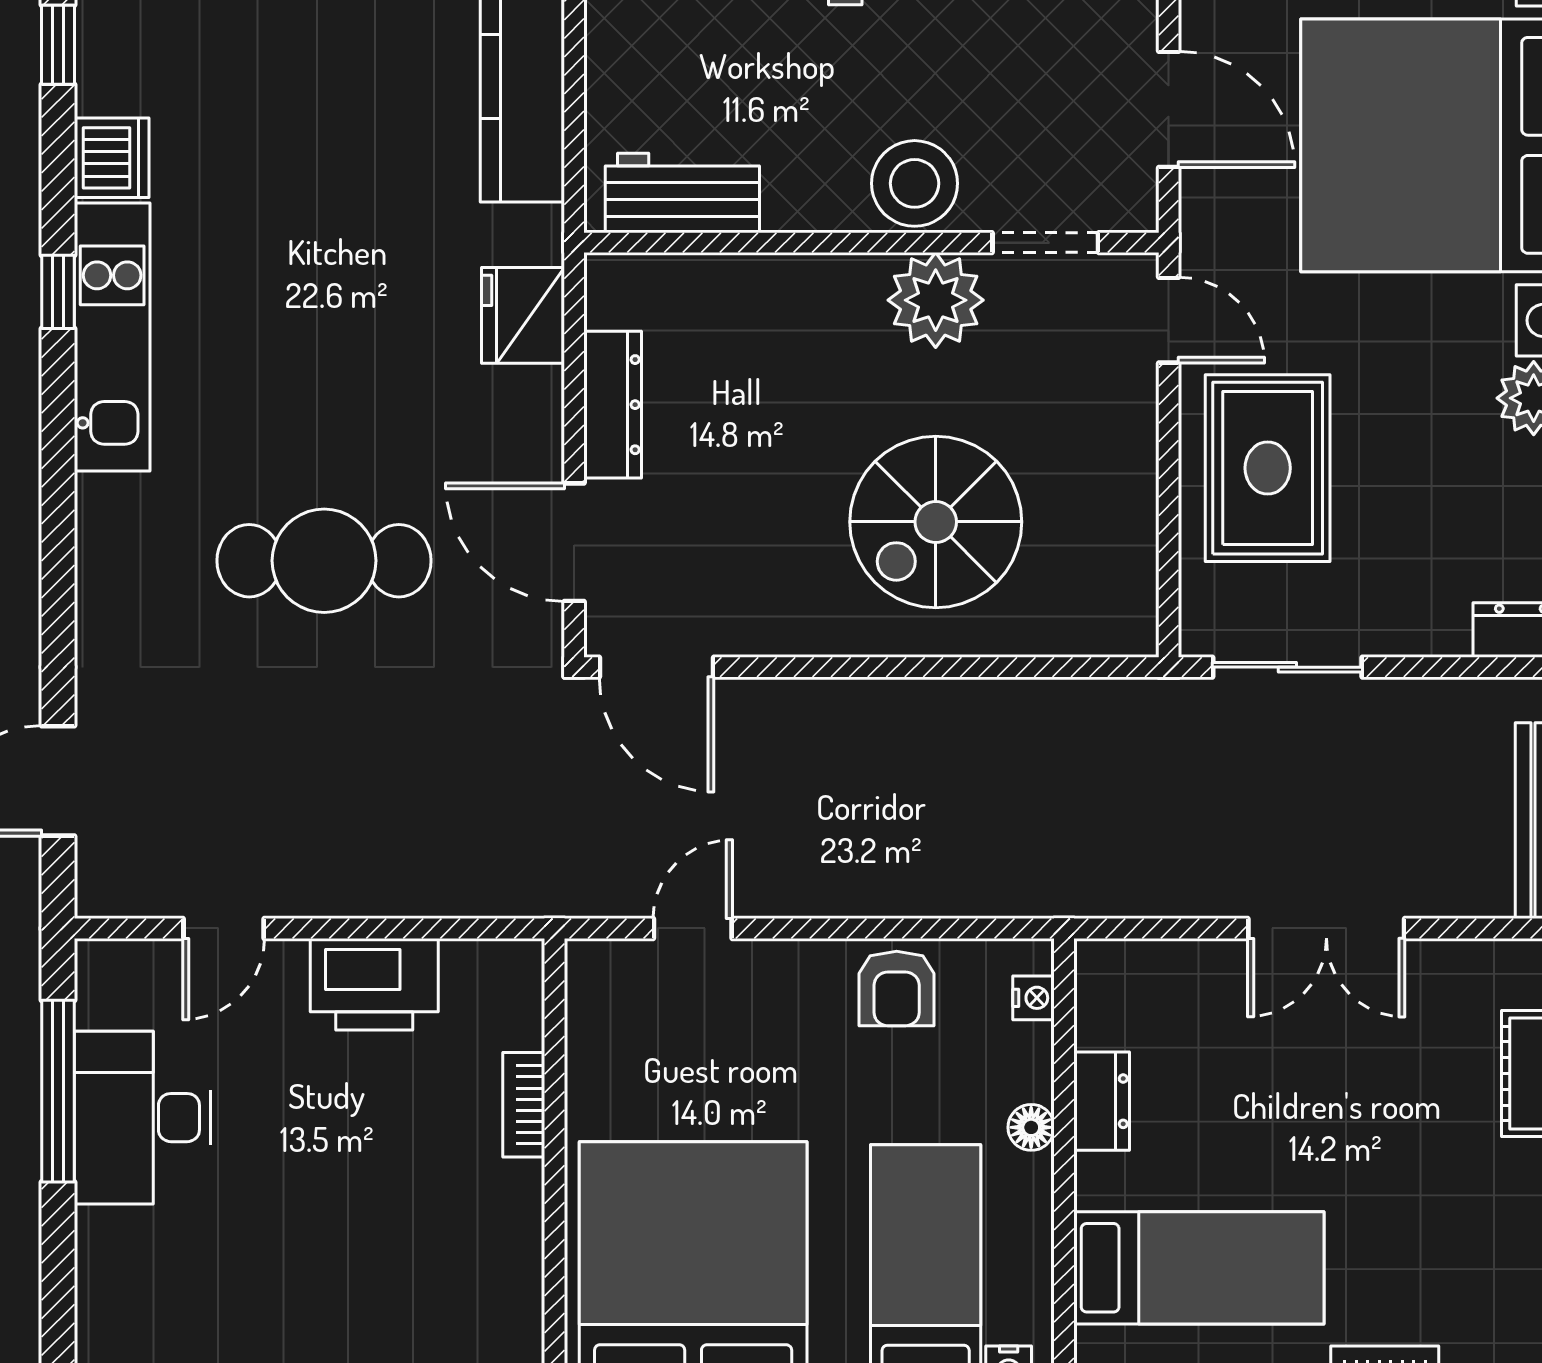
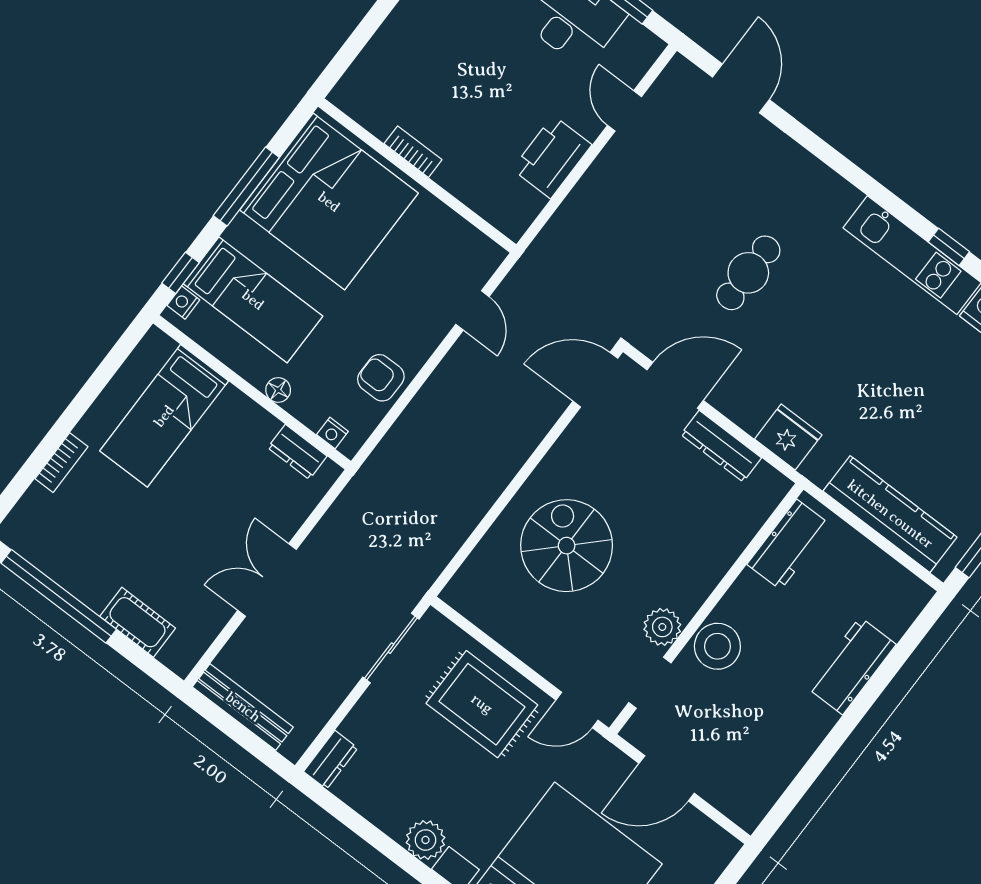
plant: (936, 300) -> (662, 627), width x0.73, depth x0.73
cafe table: (324, 561) -> (748, 273), width x0.73, depth x0.74
dresser: (1102, 1101) -> (297, 452), moved
bookcase: (524, 1105) -> (413, 152), moved

